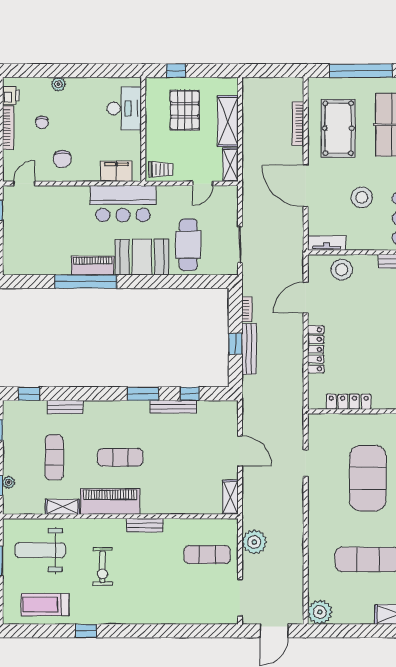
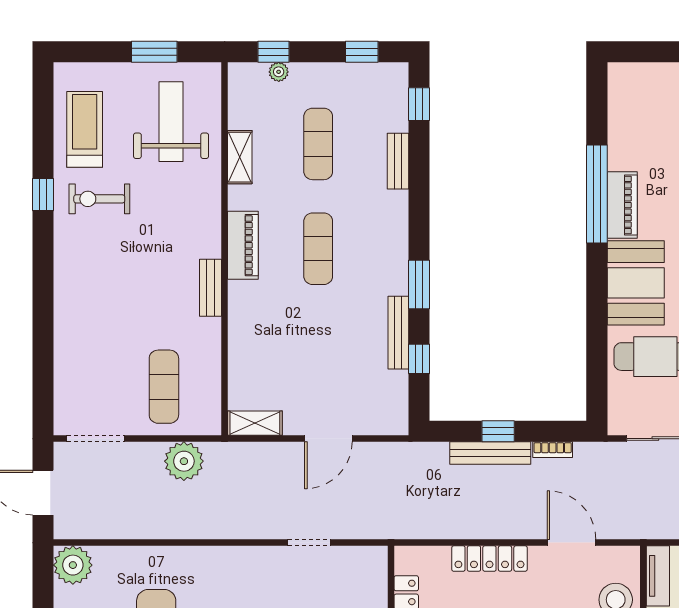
exercise mat: (54, 457) -> (318, 144), turned 90
piano: (110, 502) -> (243, 245), width x0.73, depth x0.75
exercise bike: (103, 567) -> (99, 199), moved

